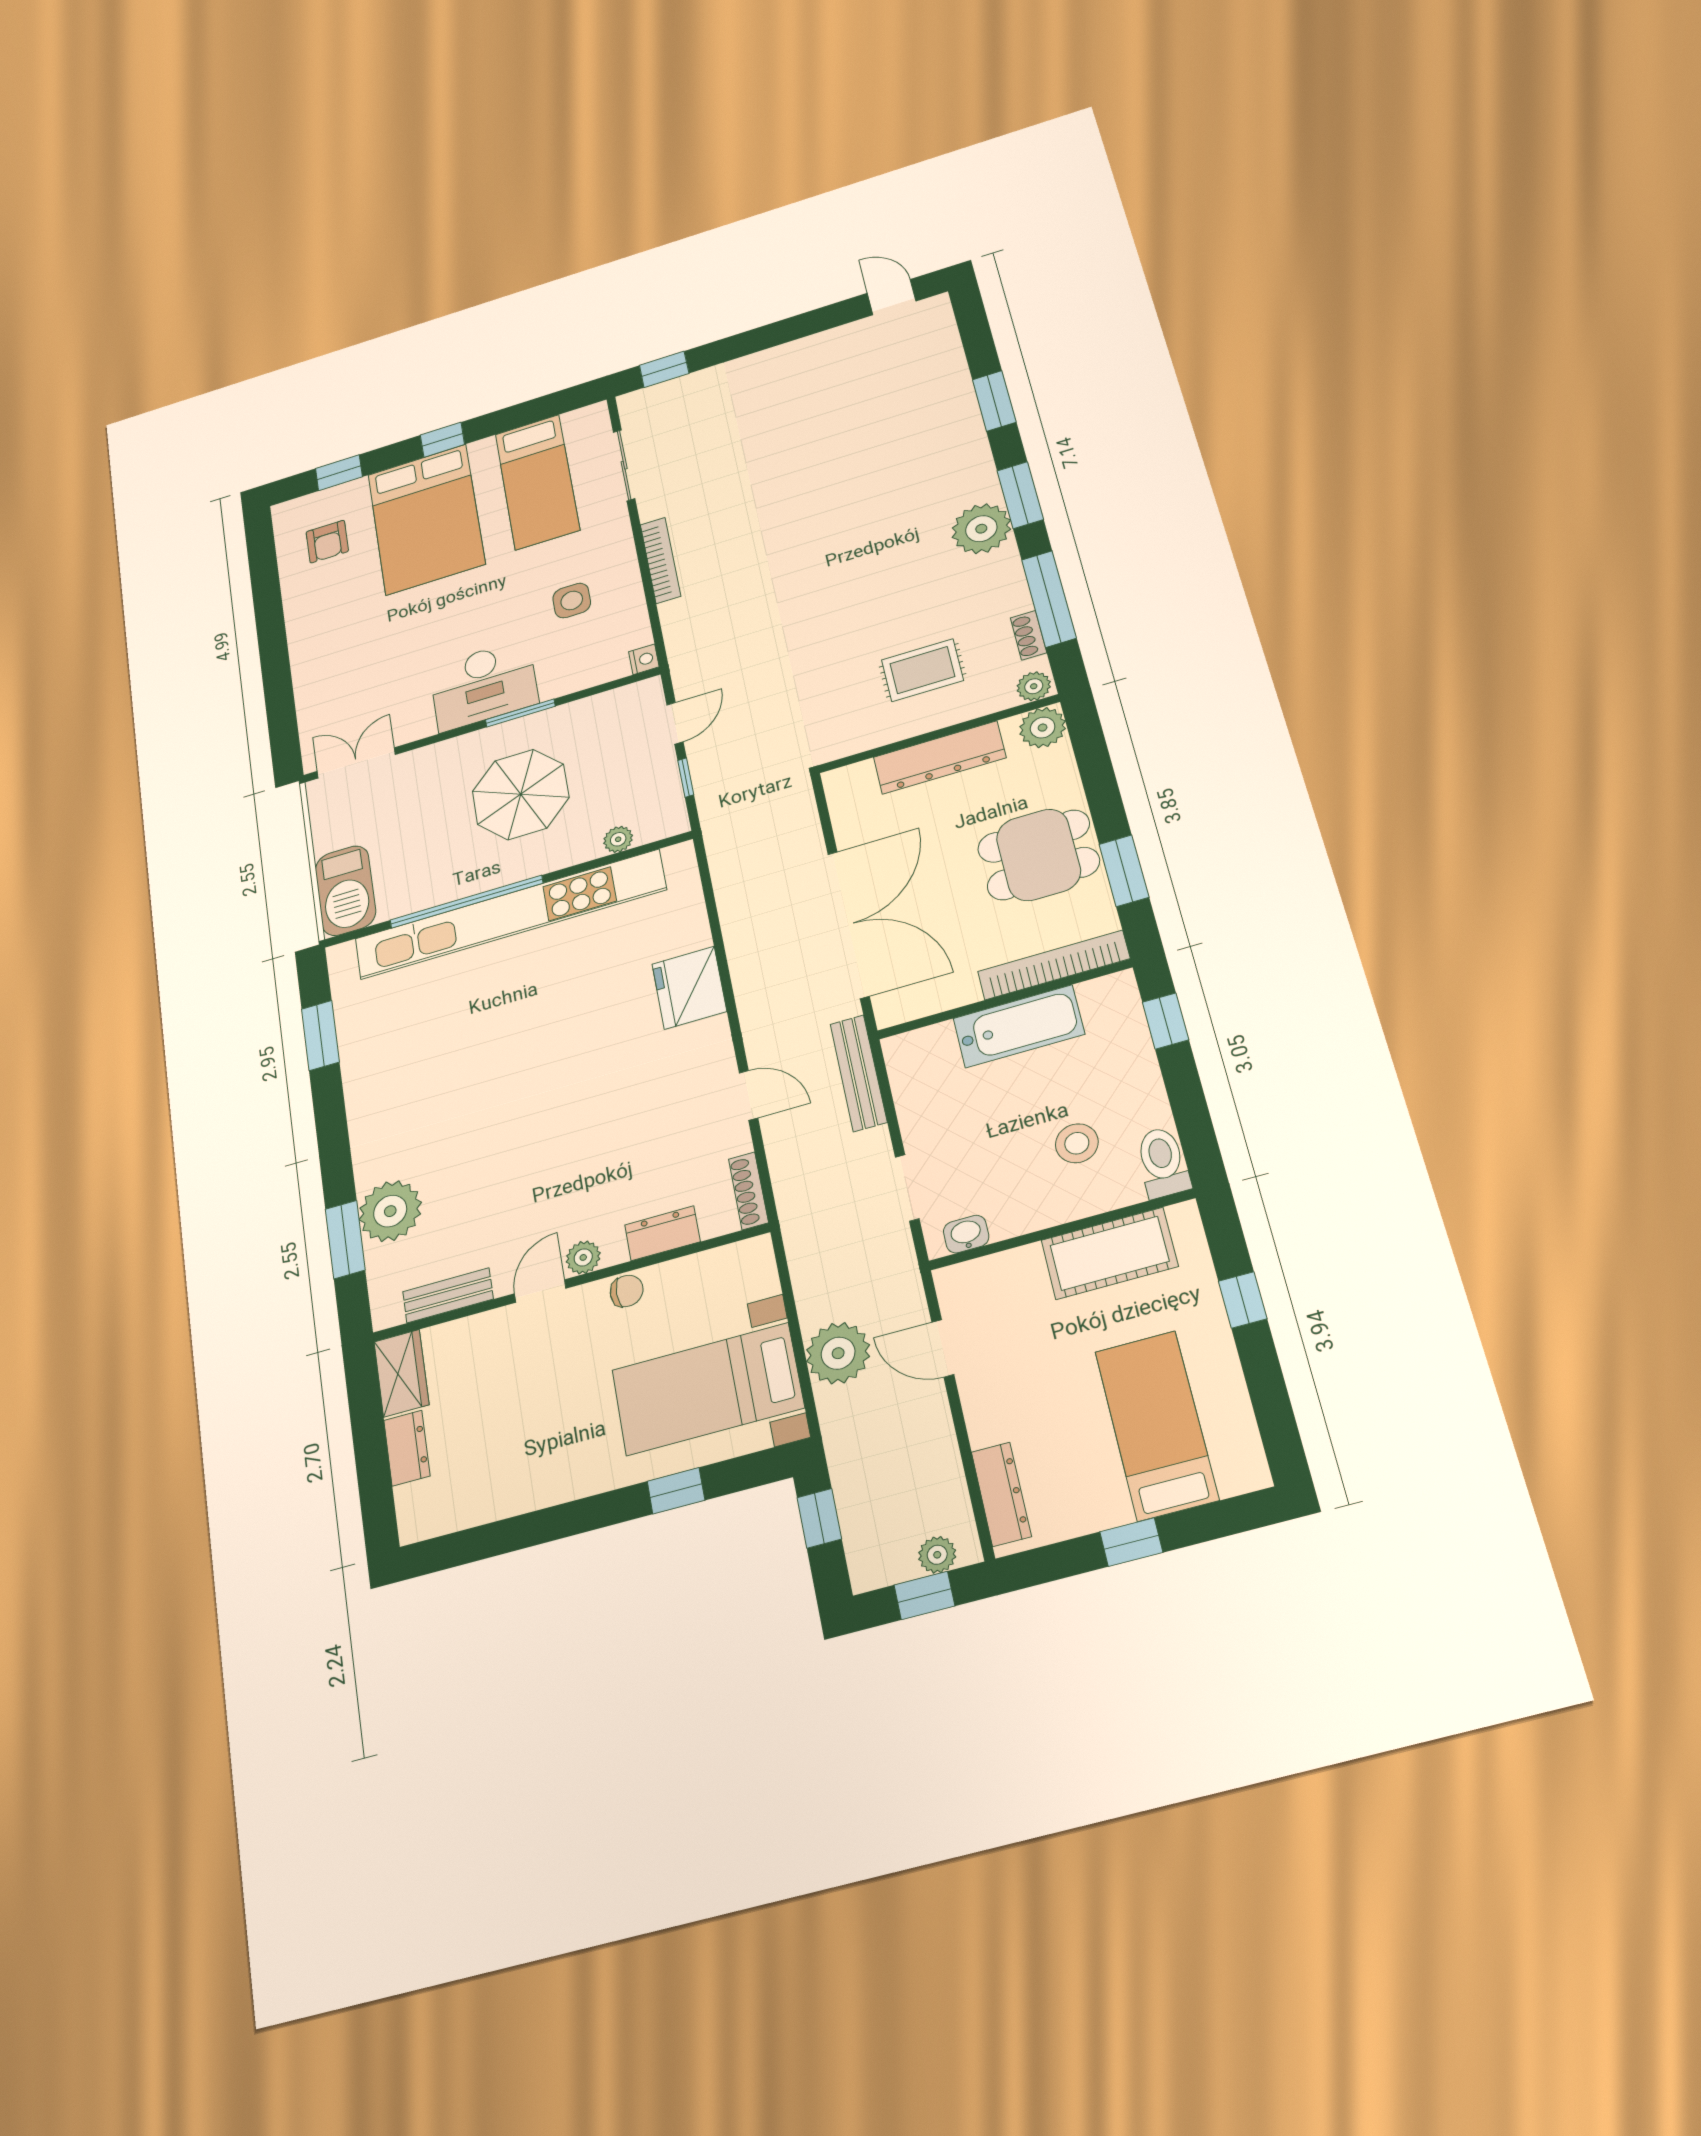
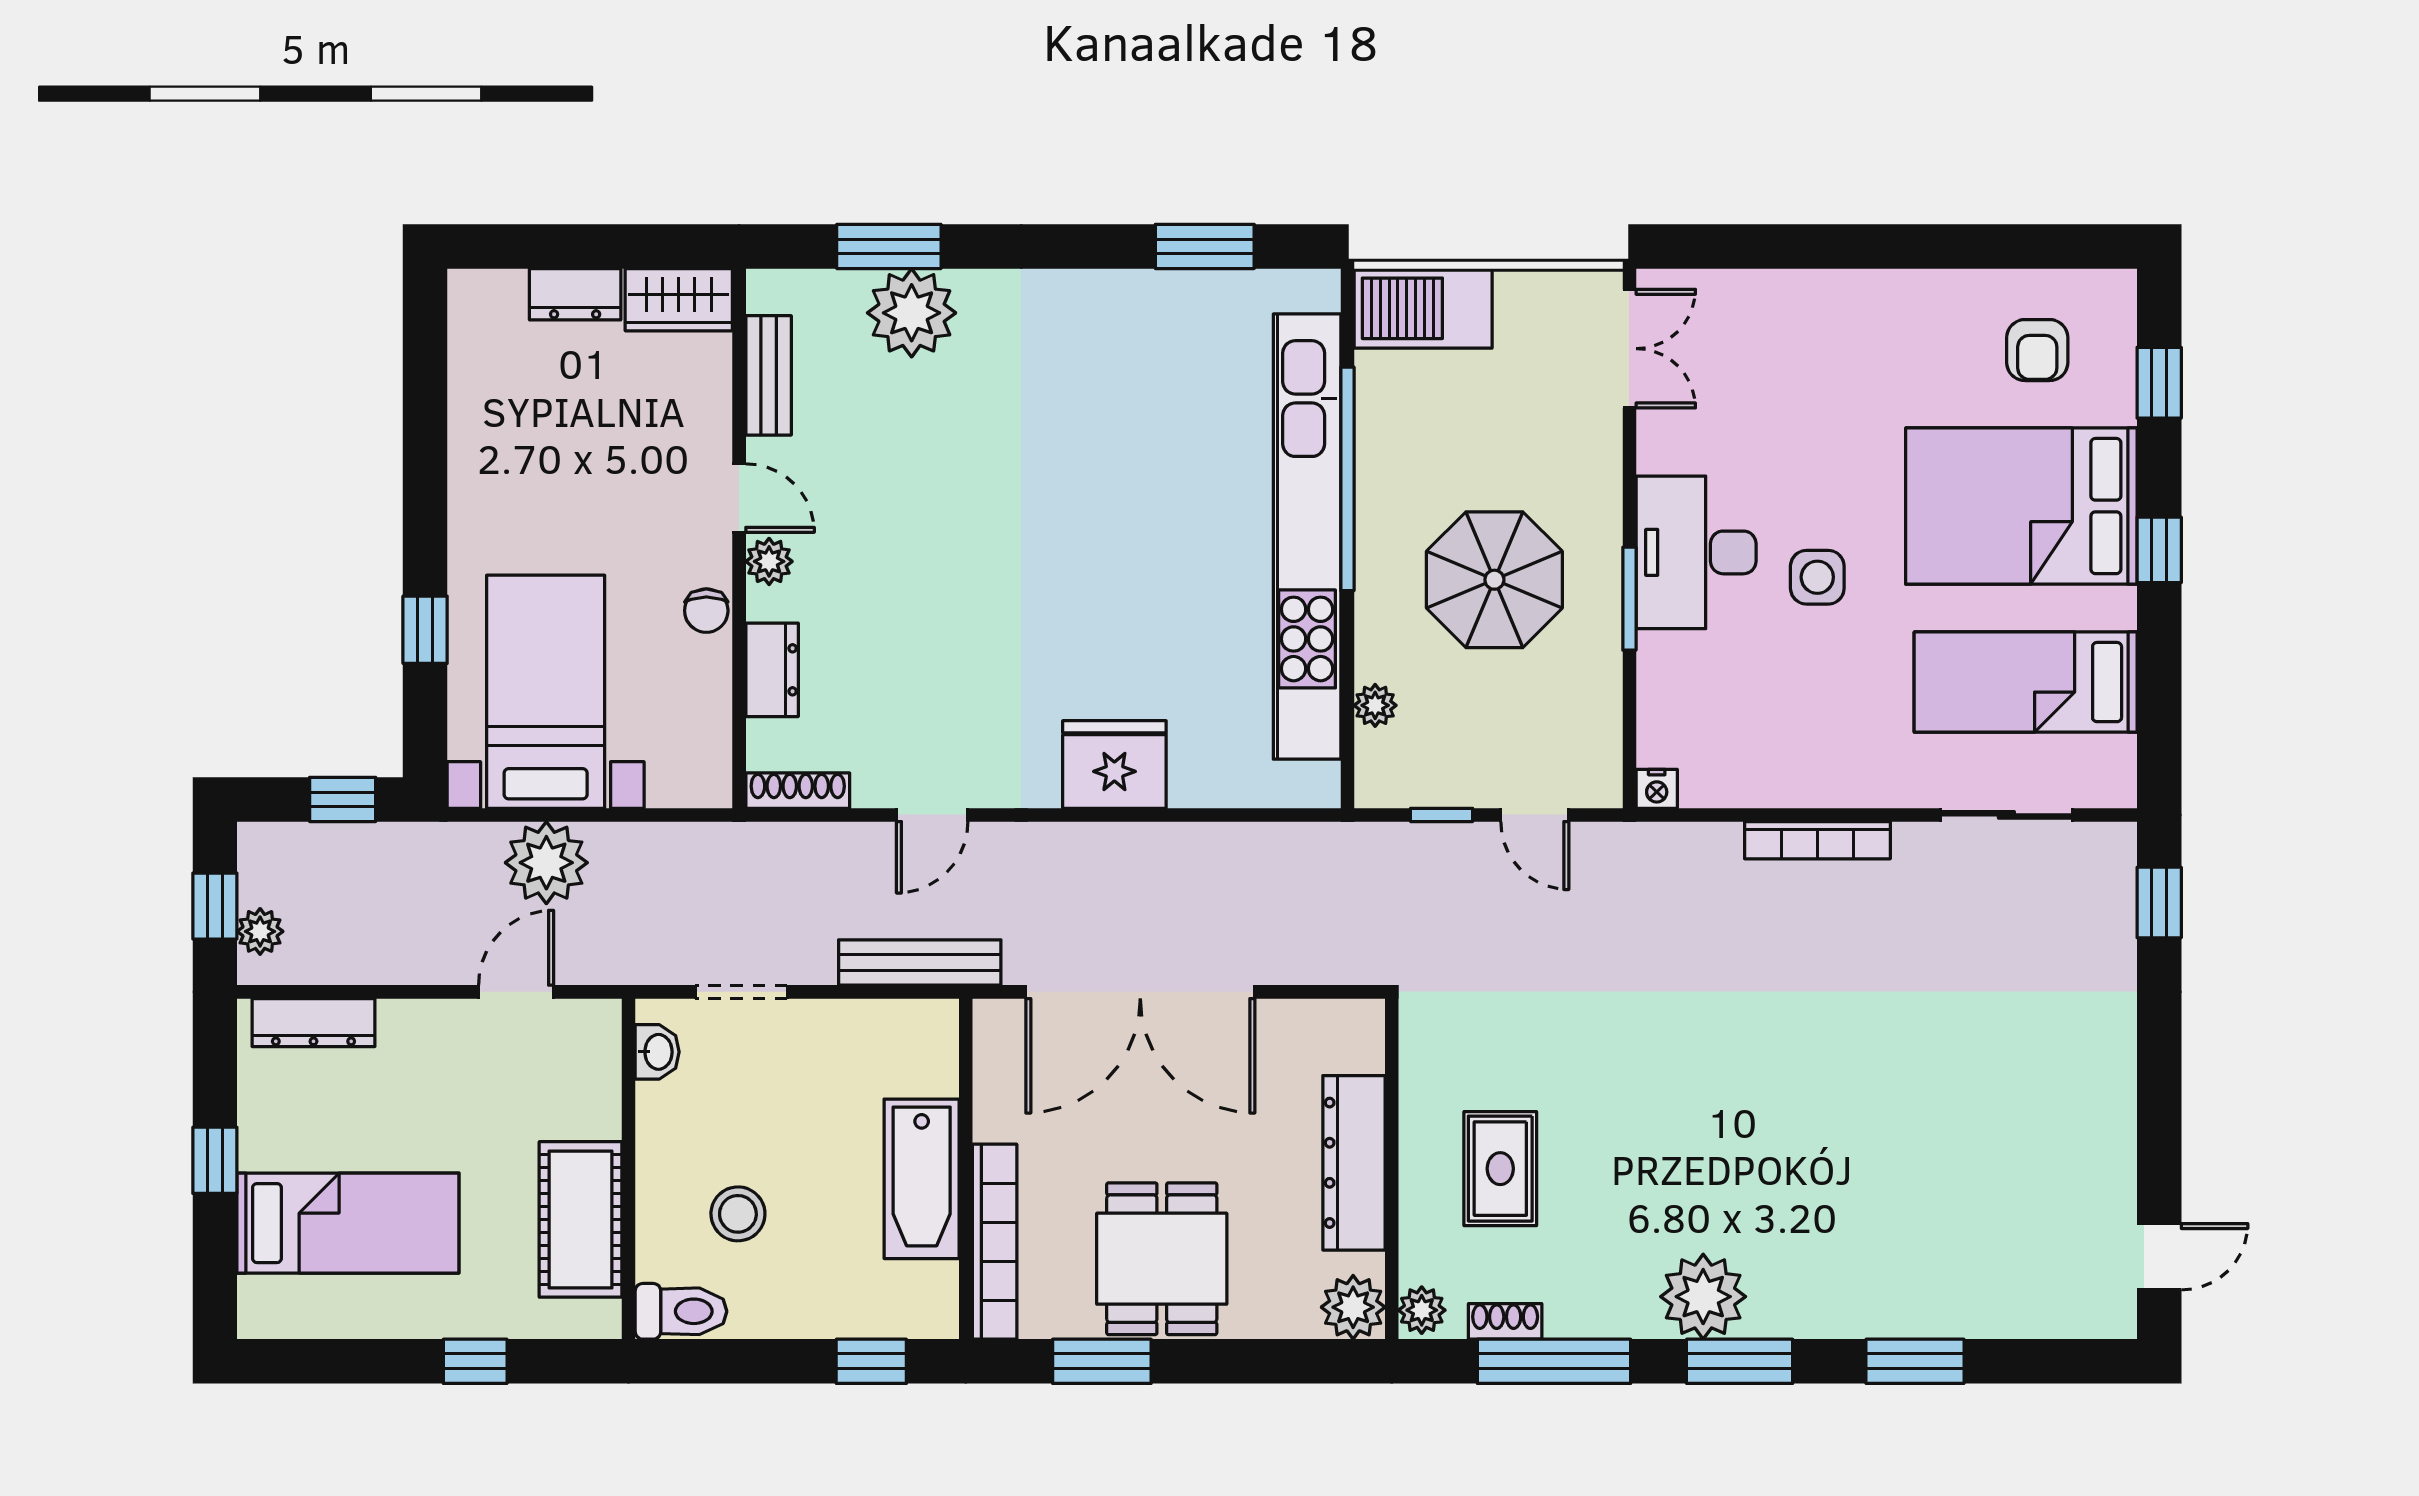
armchair: (327, 542) -> (2037, 350), turned -90
side table: (572, 600) -> (1817, 577), moved

